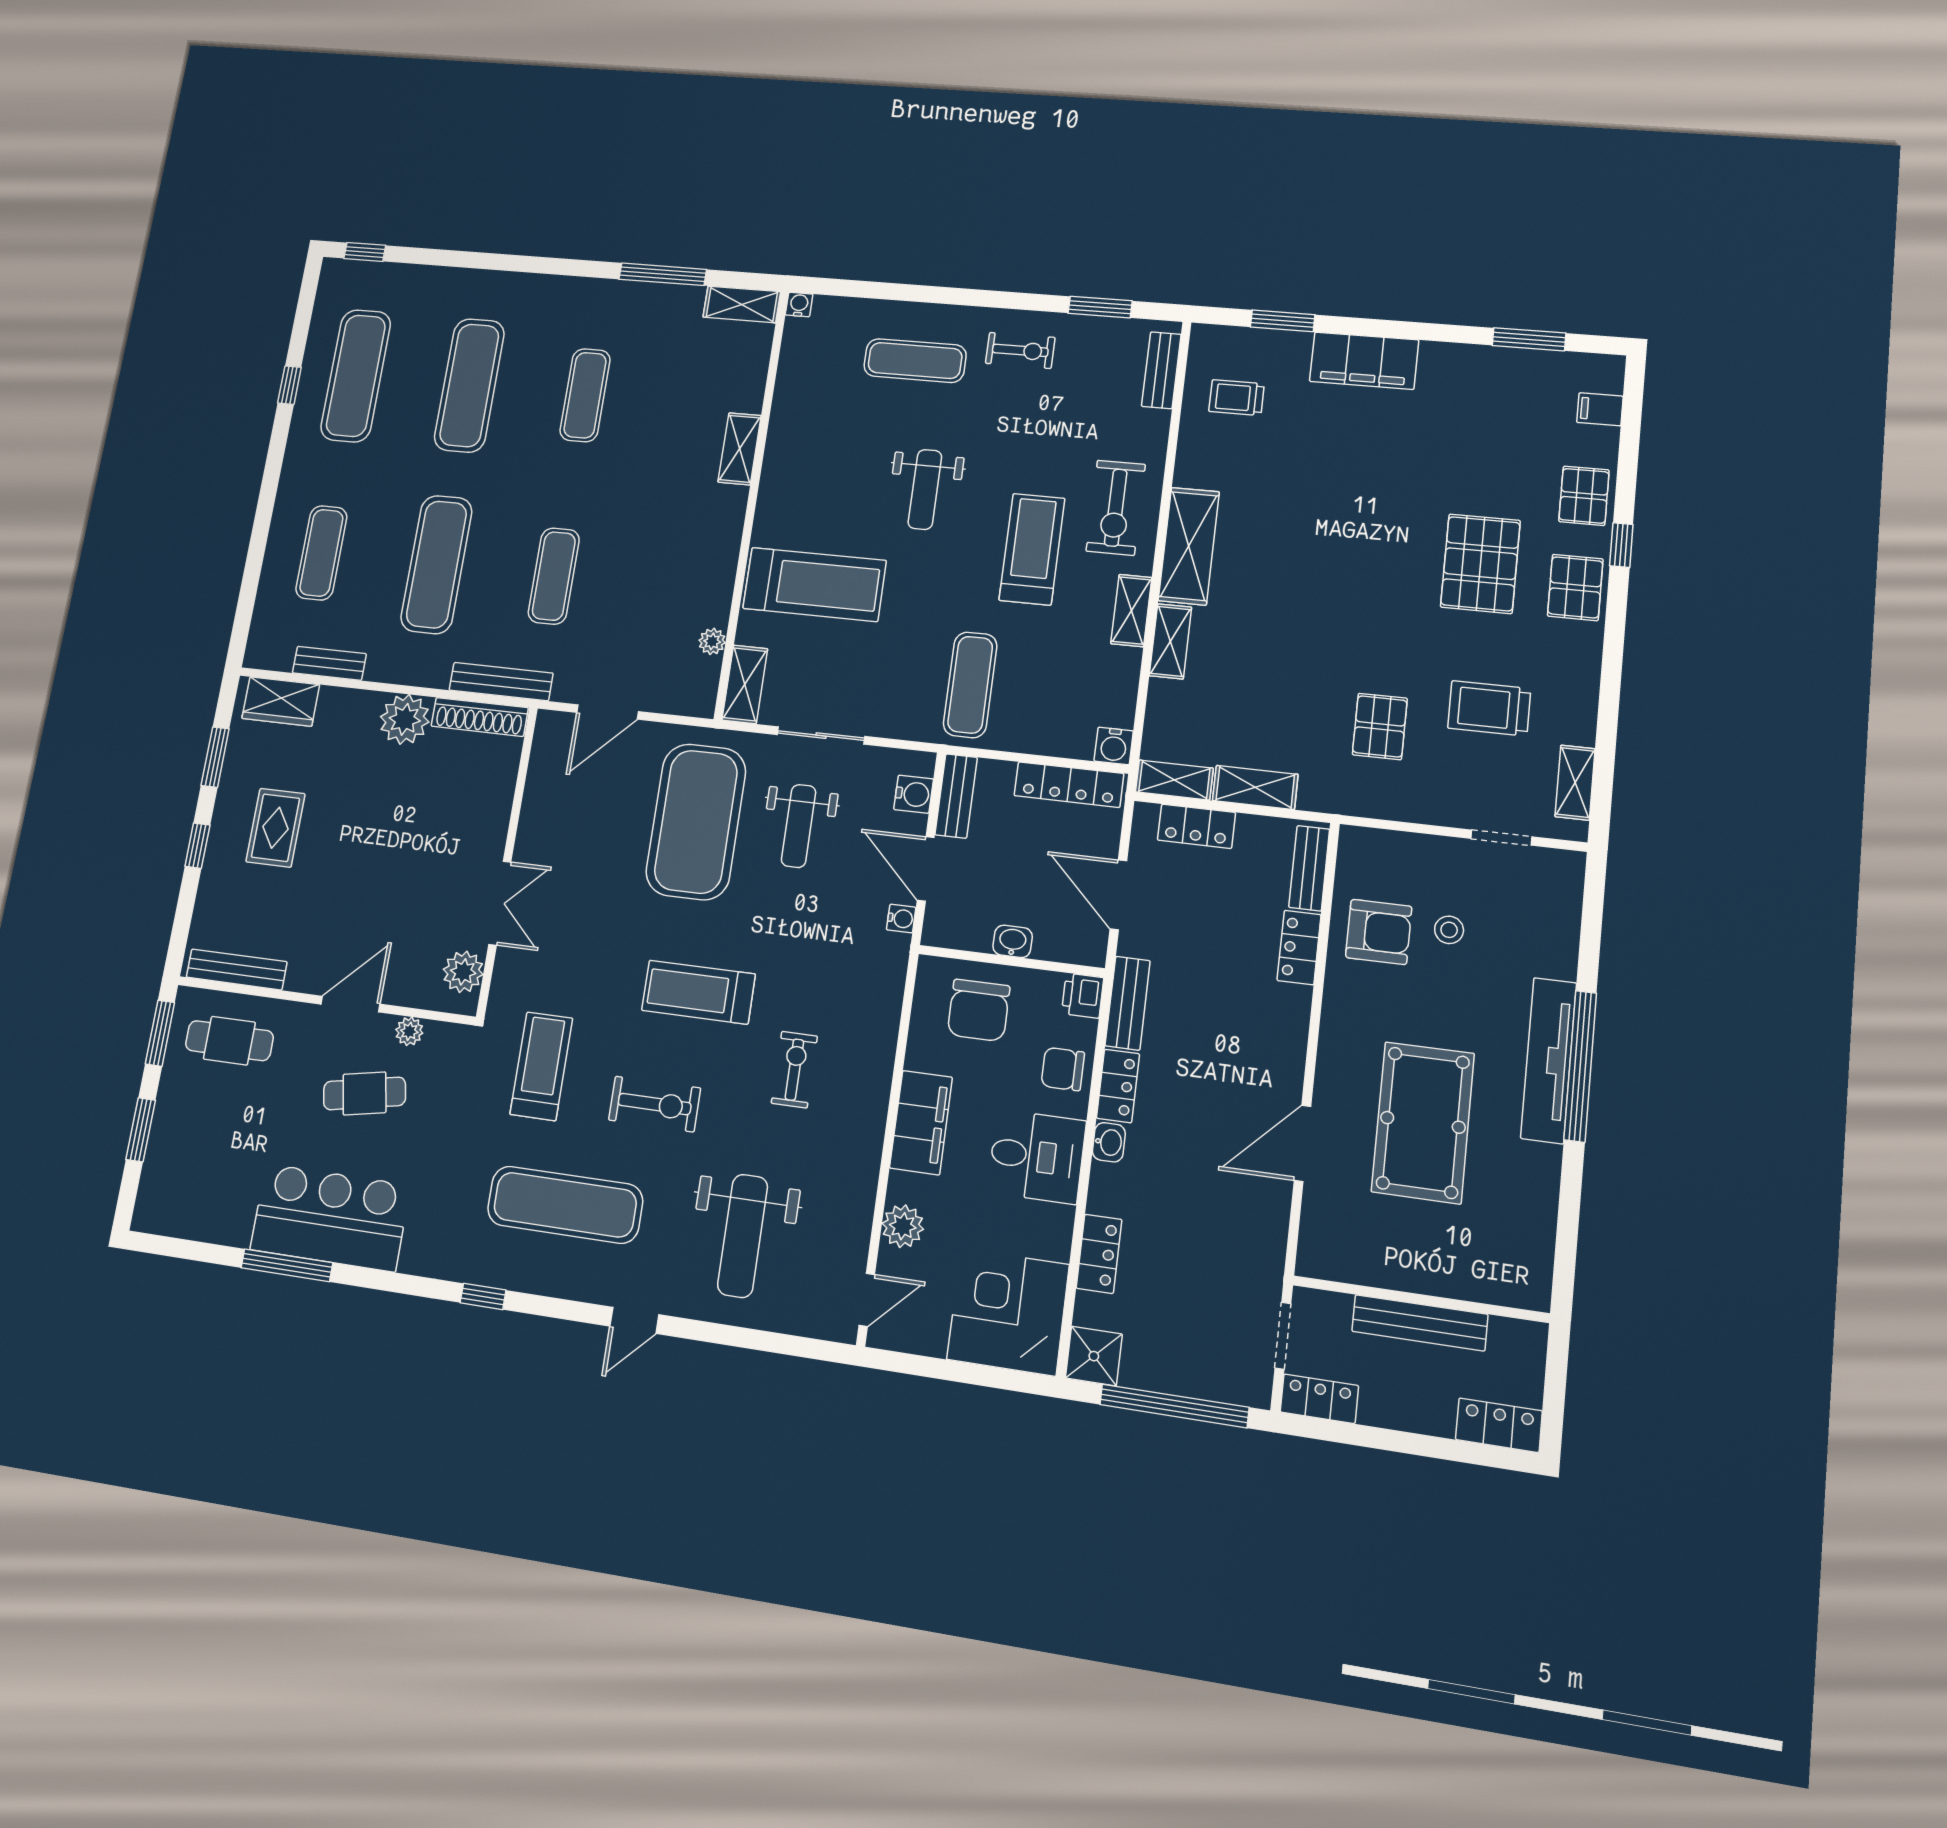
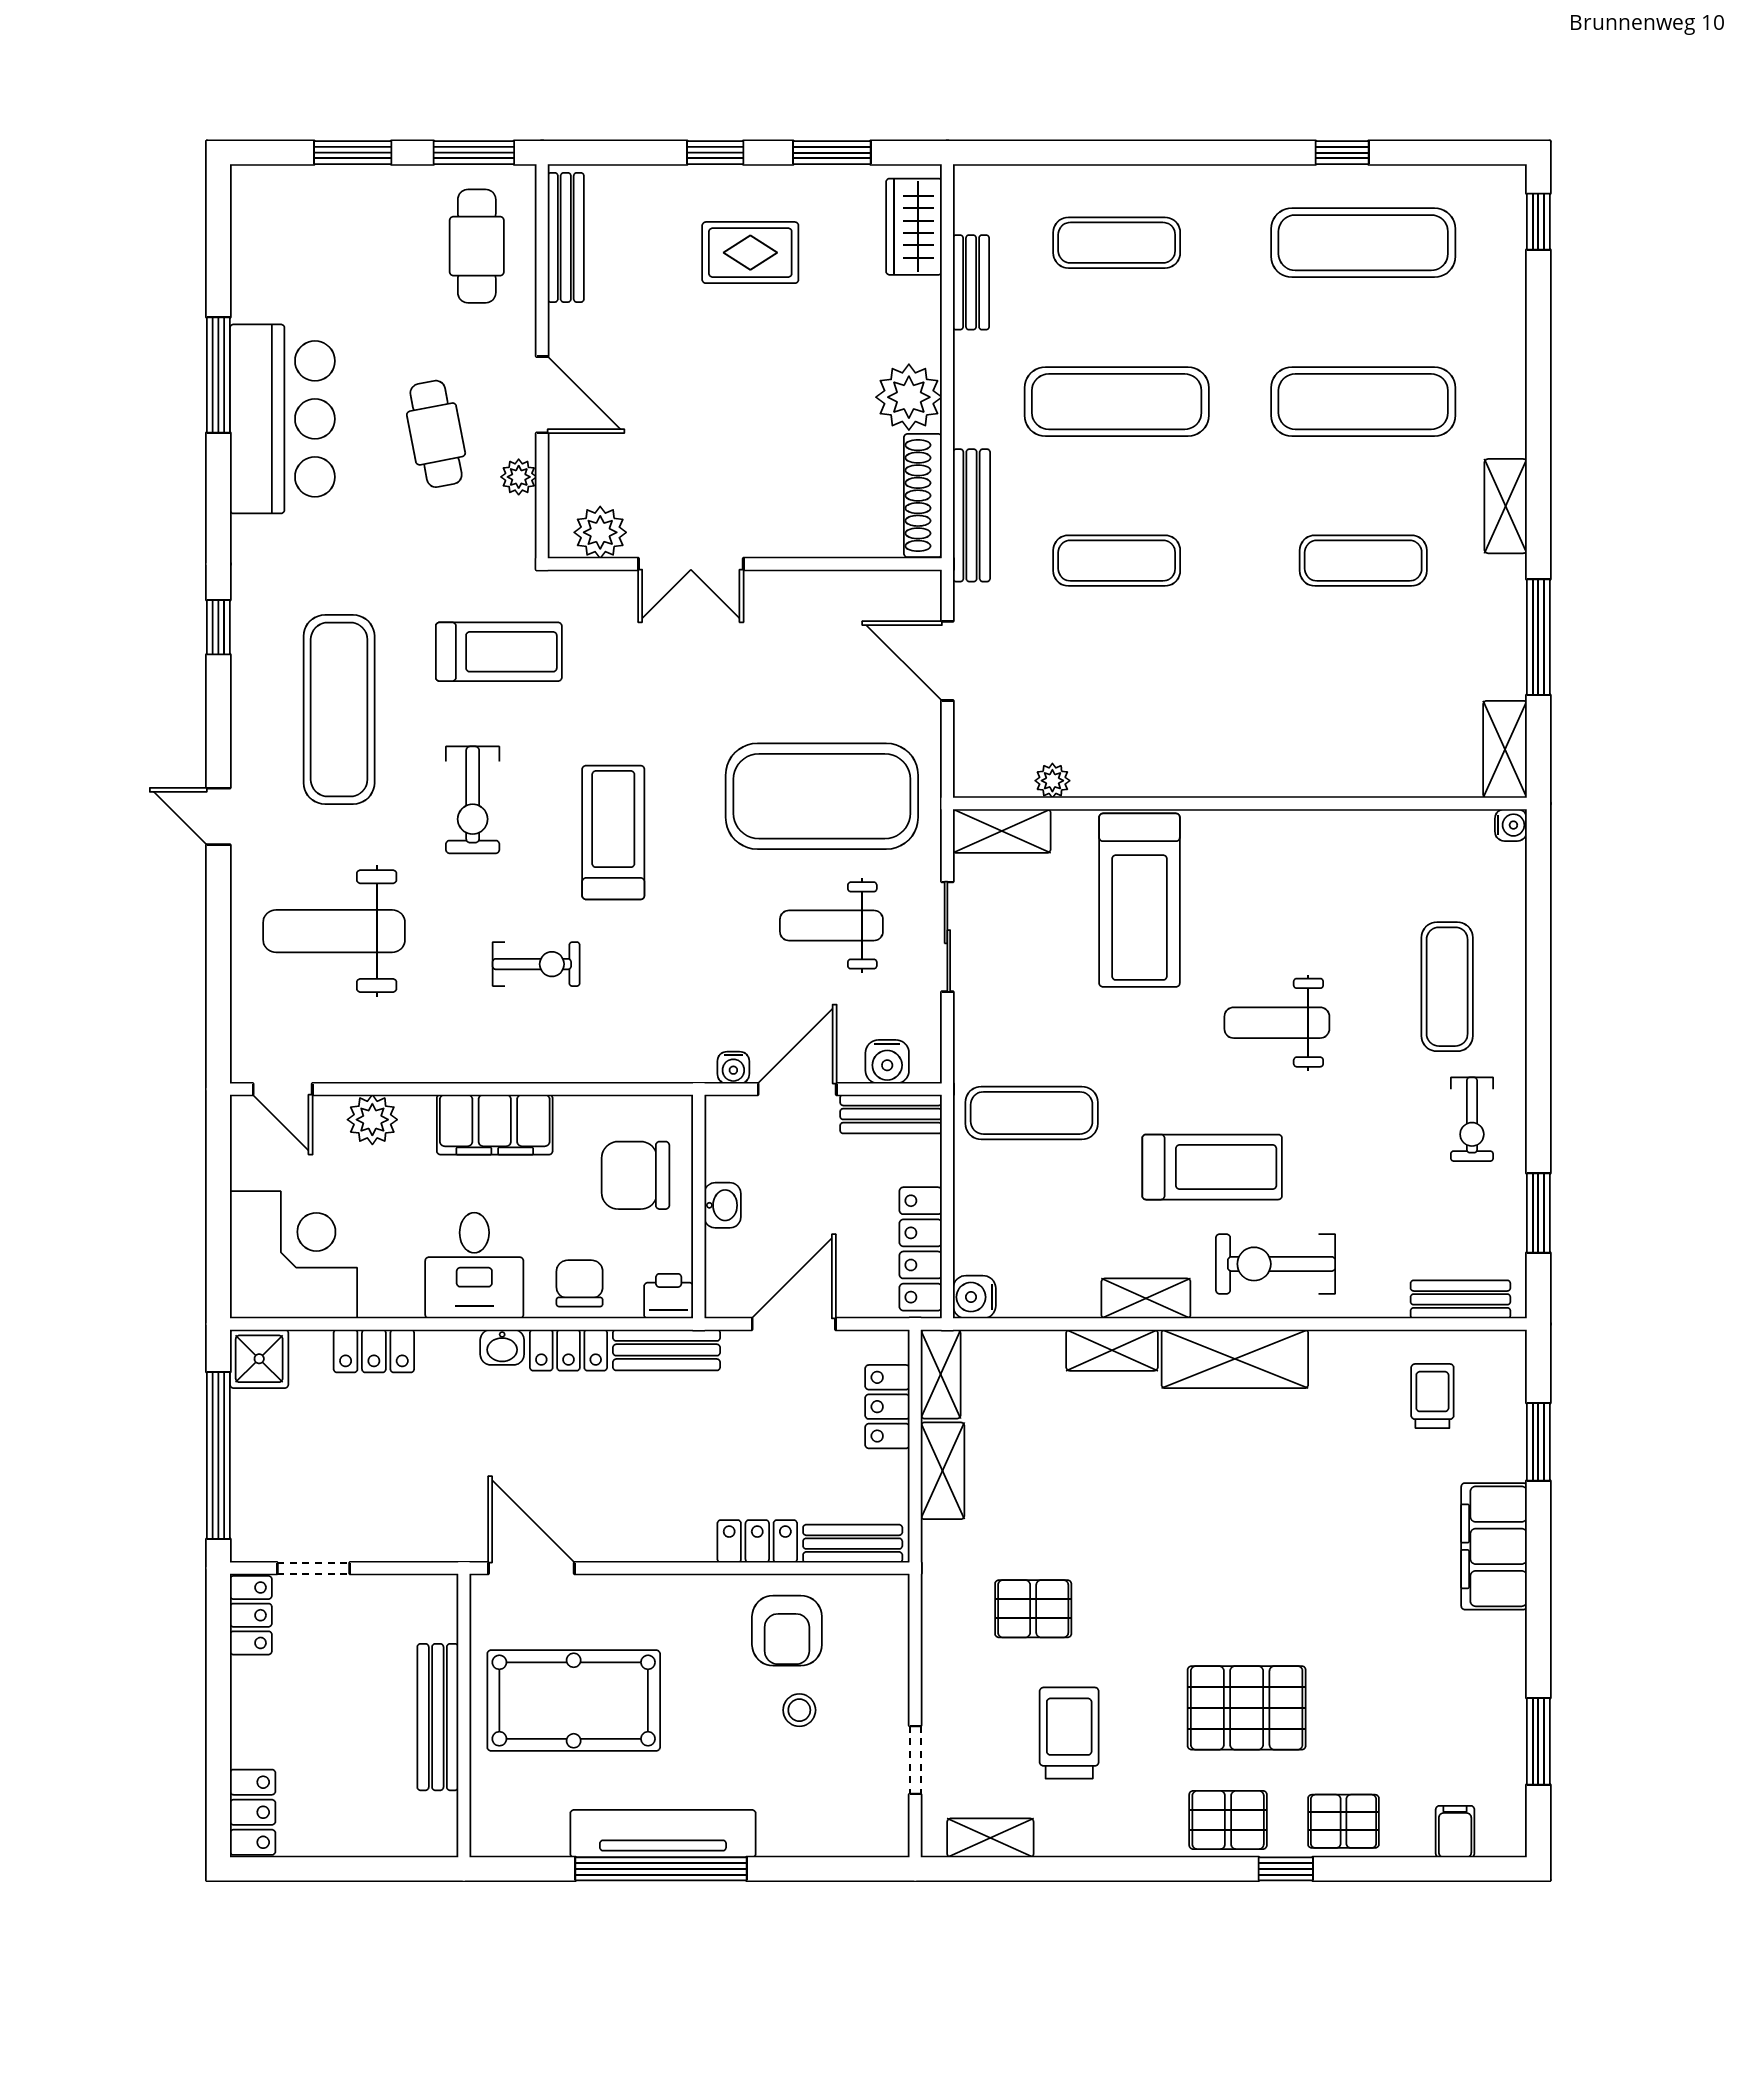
shelving: (740, 449) -> (1506, 506), moved, turned 90
wall: (1420, 1299) -> (464, 1715), moved
bench: (1420, 1323) -> (438, 1717), moved

